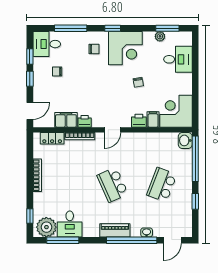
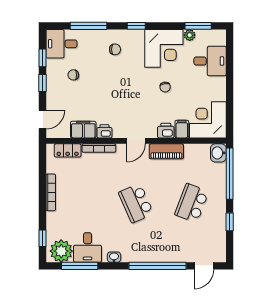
corner desk: (125, 48) -> (164, 48), moved
piano: (115, 230) -> (166, 151), moved, turned 180
washbasin: (147, 232) -> (114, 257), moved

